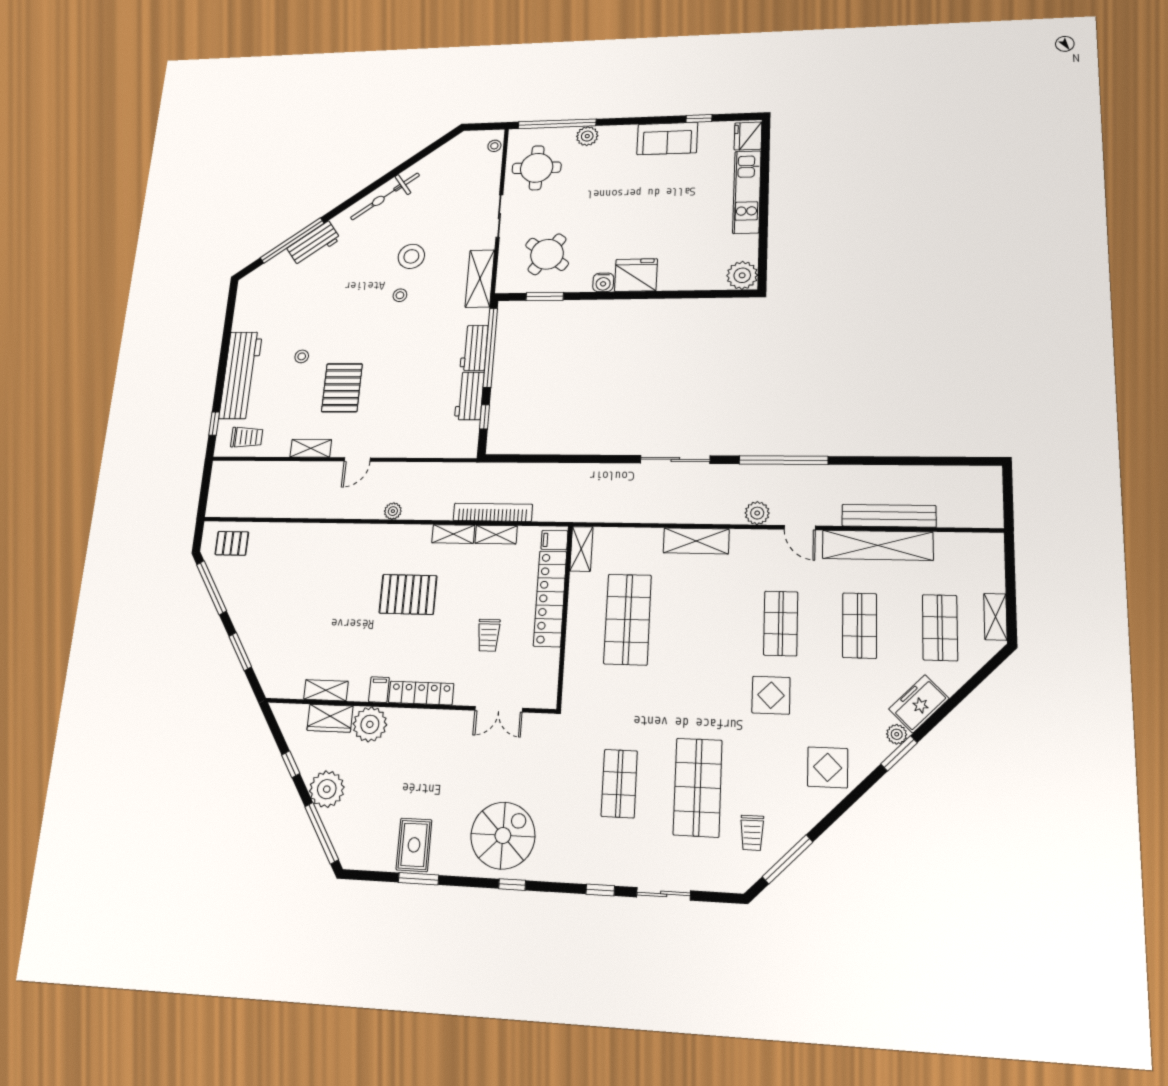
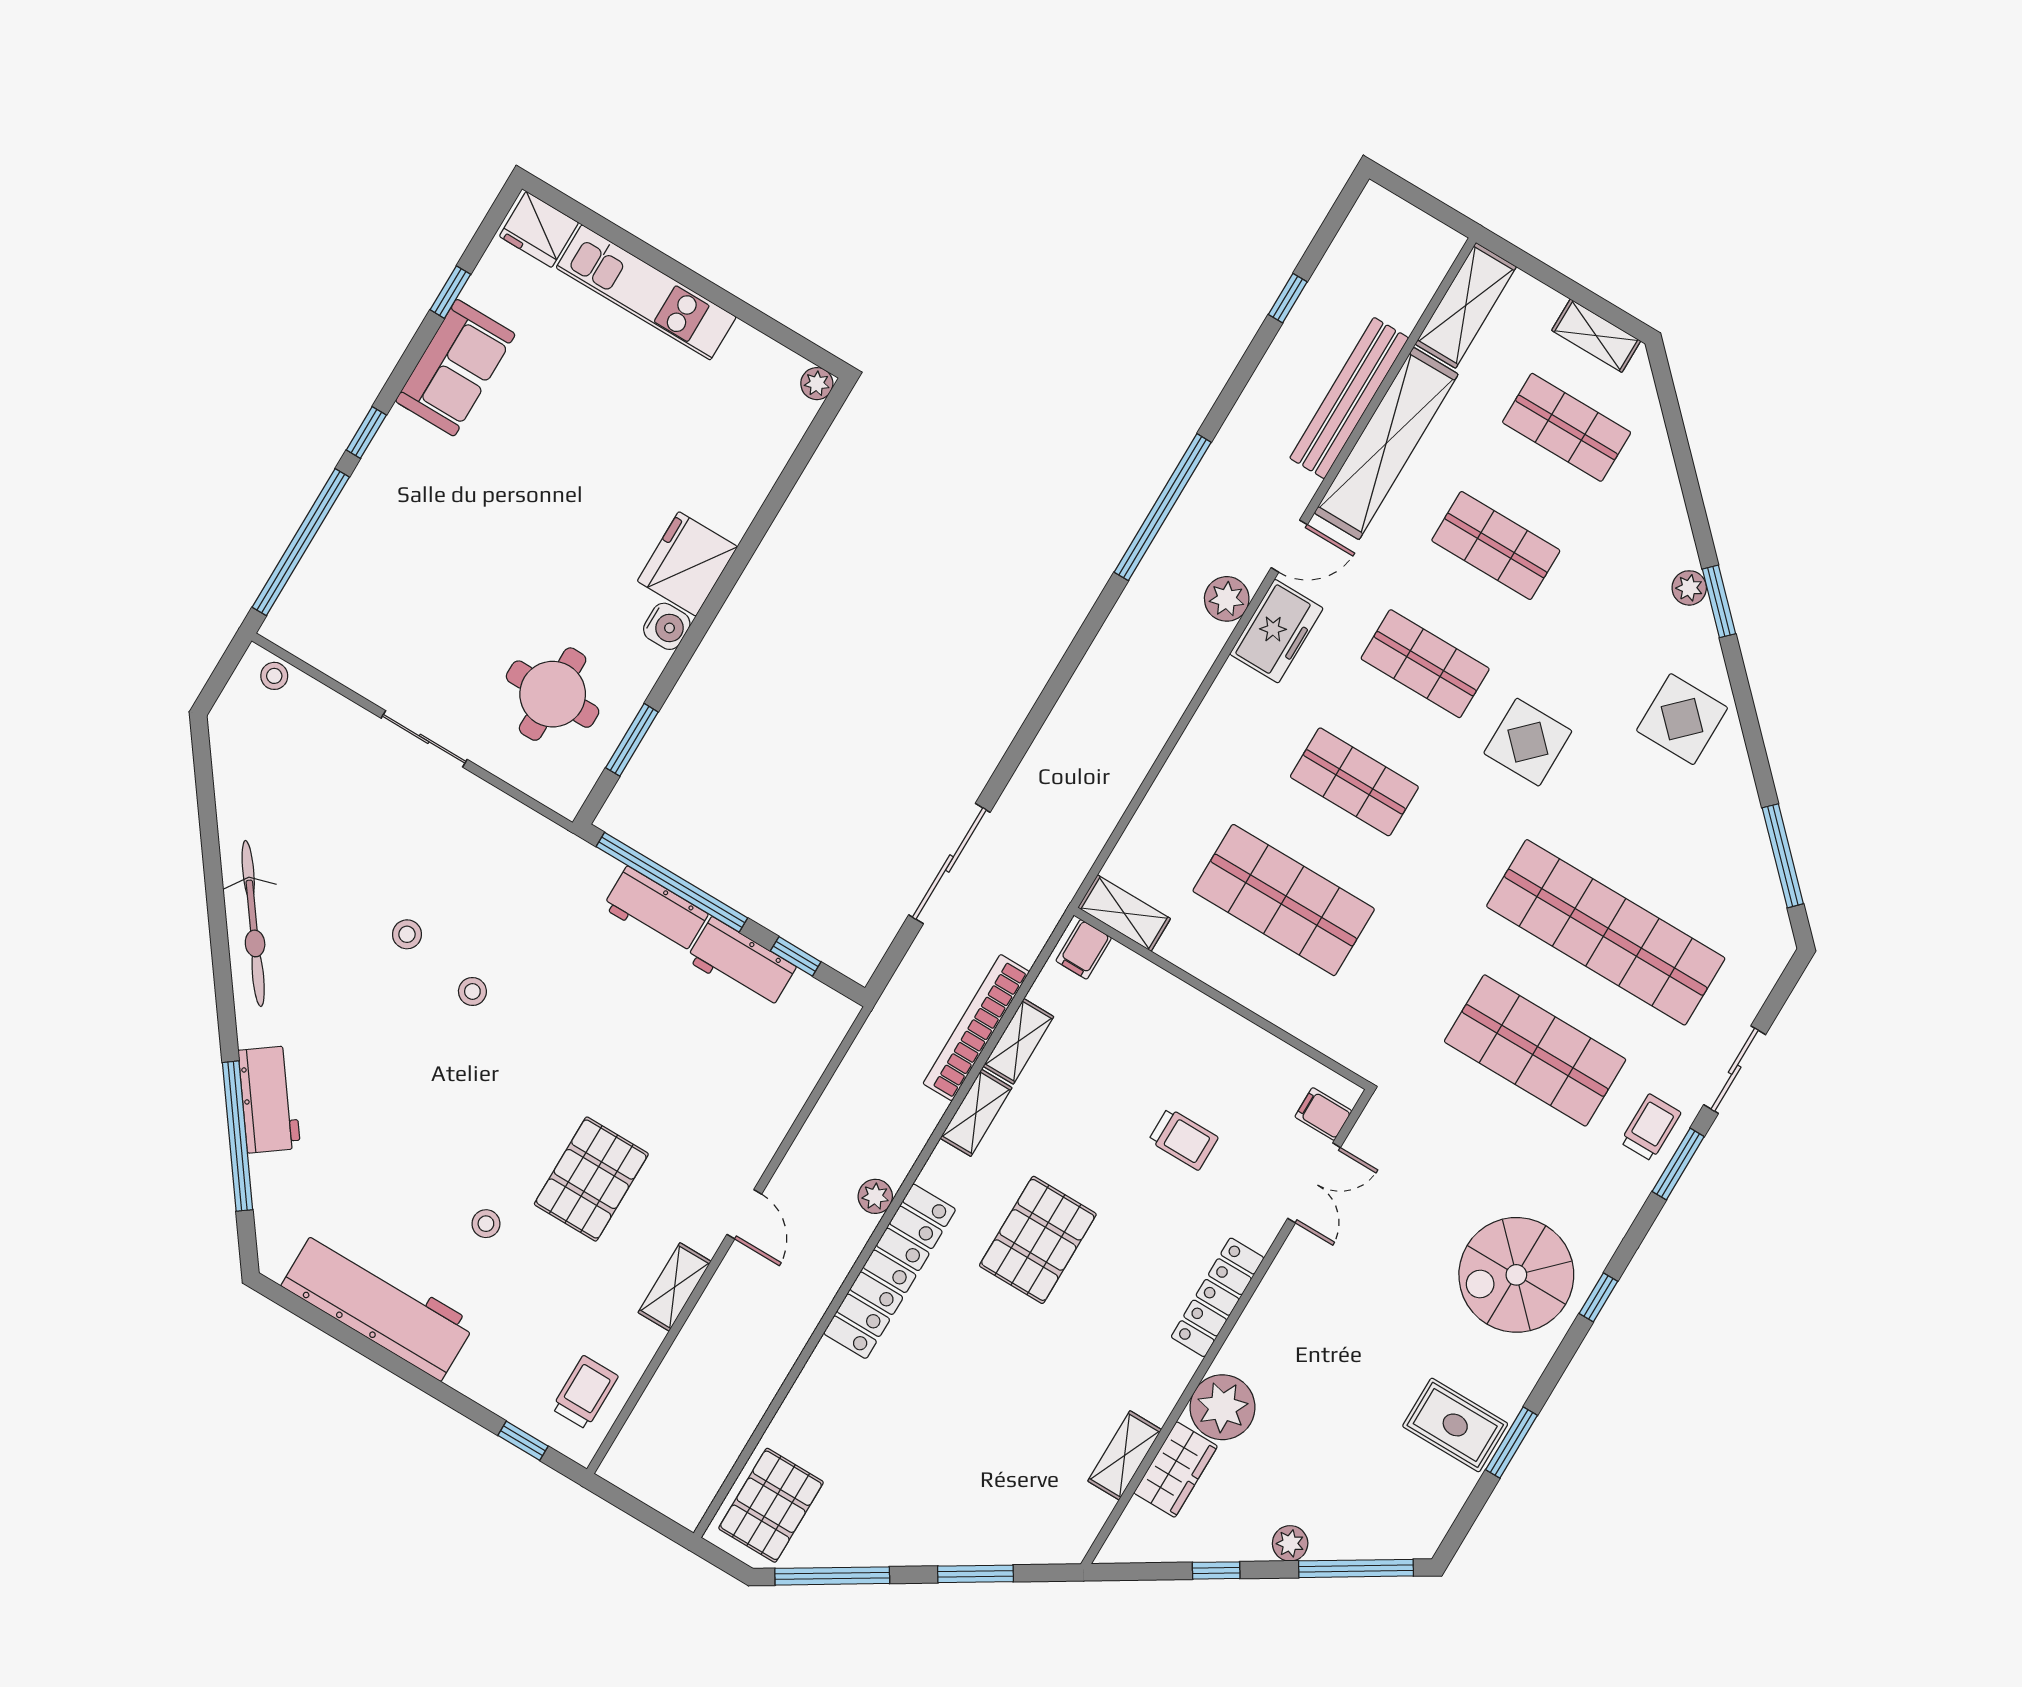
window: (619, 122) -> (366, 433), added
plant: (587, 136) -> (360, 502), removed
round table: (537, 168) -> (368, 624), removed
round table: (547, 254) -> (553, 694), turned -36
stool: (411, 256) -> (407, 934), width x0.53, depth x0.53
plant: (742, 275) -> (817, 384), width x0.53, depth x0.53
shelving: (480, 279) -> (527, 834), removed
workbench: (241, 375) -> (378, 1305), moved
pallet: (342, 388) -> (591, 1179), turned 90
sliding door: (675, 459) -> (949, 864), moved
window: (919, 461) -> (1288, 298), added
shelving: (696, 541) -> (1466, 305), moved
pallet: (232, 543) -> (771, 1505), width x1.50, depth x1.42
locker: (550, 599) -> (890, 1271), moved, turned -90
shop shelf: (703, 621) -> (1354, 782), added
filing cabinet: (379, 690) -> (1323, 1114), moved
freezer: (919, 704) -> (1276, 631), moved, turned -135
shop shelf: (619, 784) -> (1535, 1050), width x1.43, depth x1.36
shop shelf: (698, 787) -> (1606, 932), width x1.40
plant: (327, 789) -> (1290, 1543), width x0.53, depth x0.53
trolley: (752, 833) -> (1651, 1127), moved, turned -90
spiral stairs: (503, 835) -> (1516, 1275), turned -90
window: (600, 890) -> (1678, 1164), width x1.50

